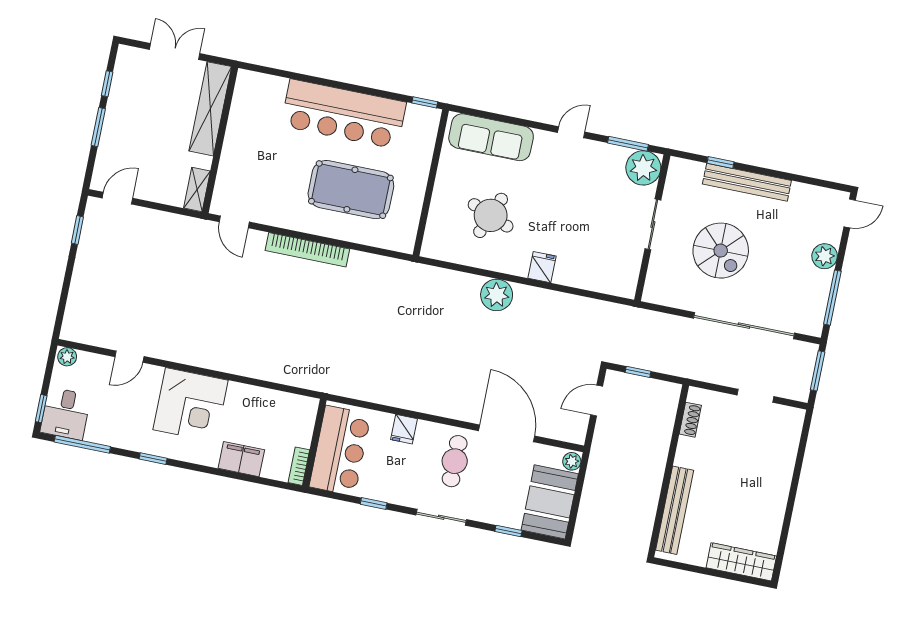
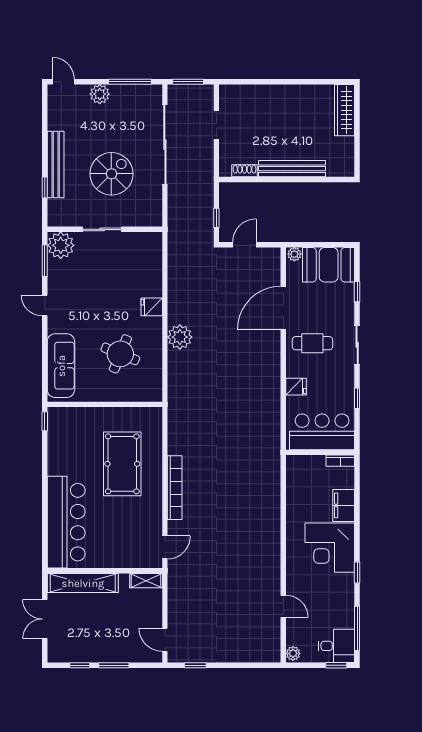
bar counter: (344, 114) -> (66, 522), moved
door: (597, 401) -> (244, 245), swing flipped
corner desk: (190, 405) -> (330, 548), moved, turned 180
bench: (675, 510) -> (292, 169), moved

